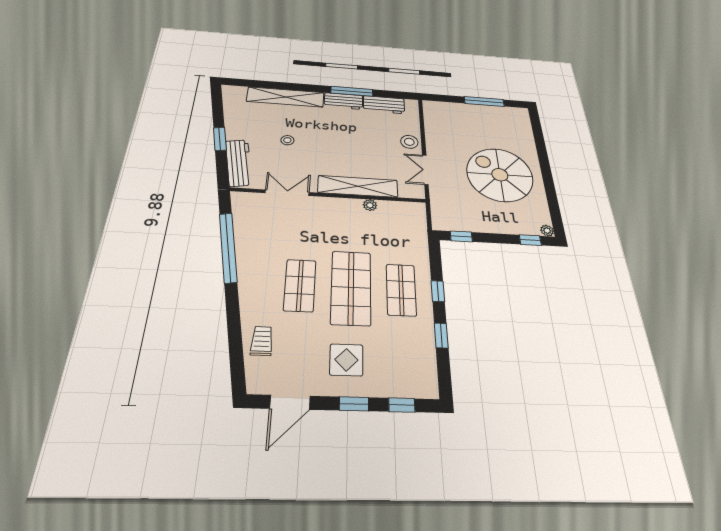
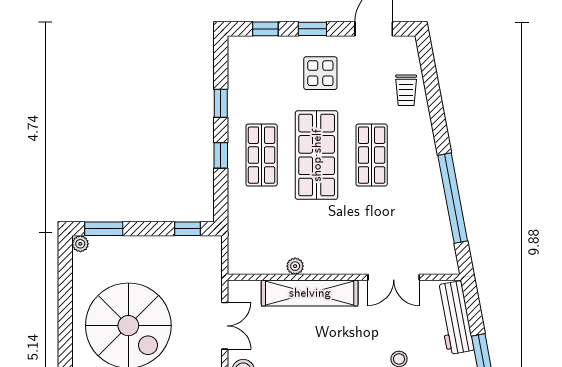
window: (530, 240) -> (104, 229), width x1.50

